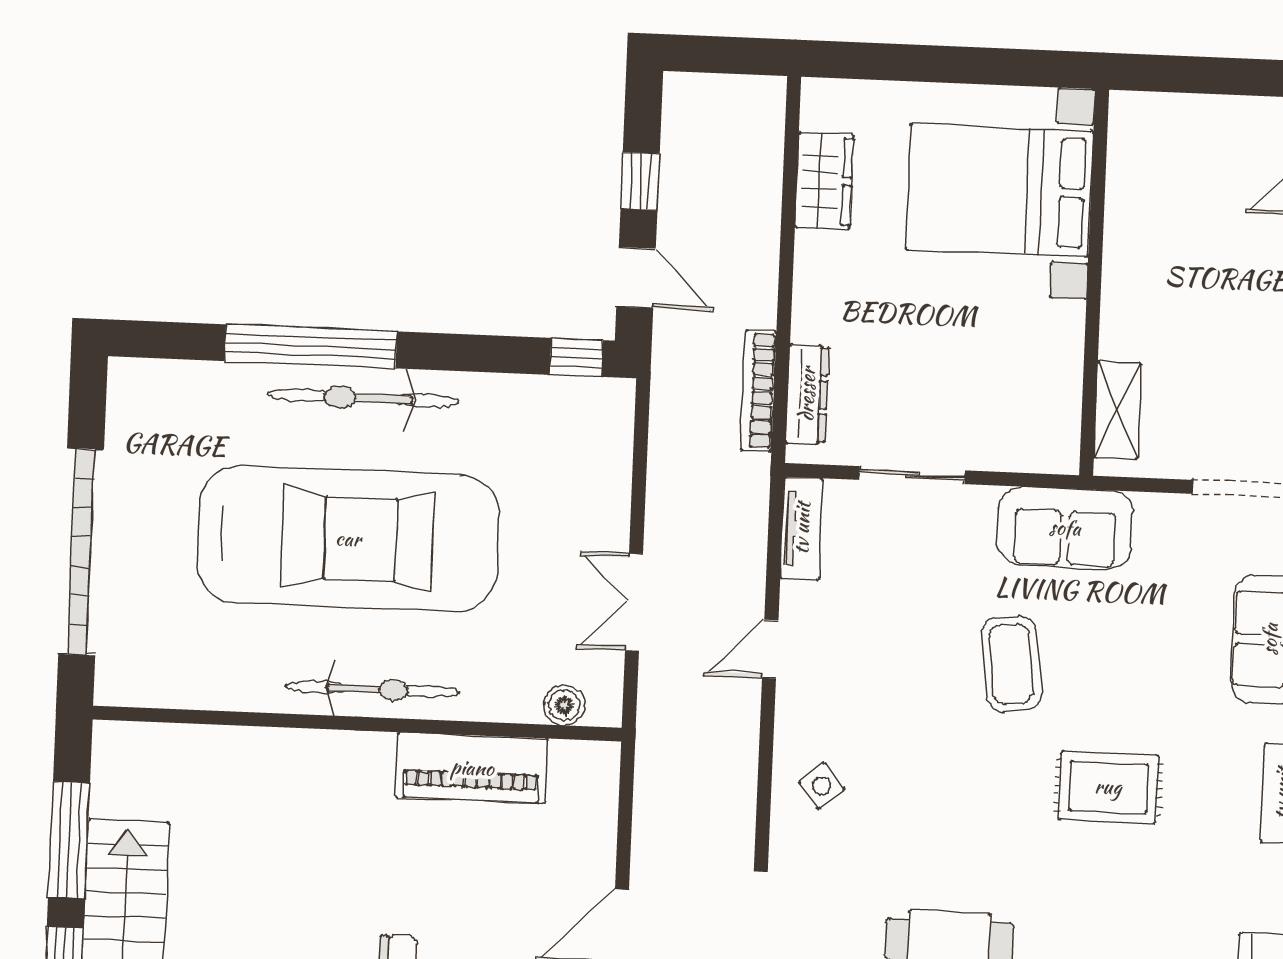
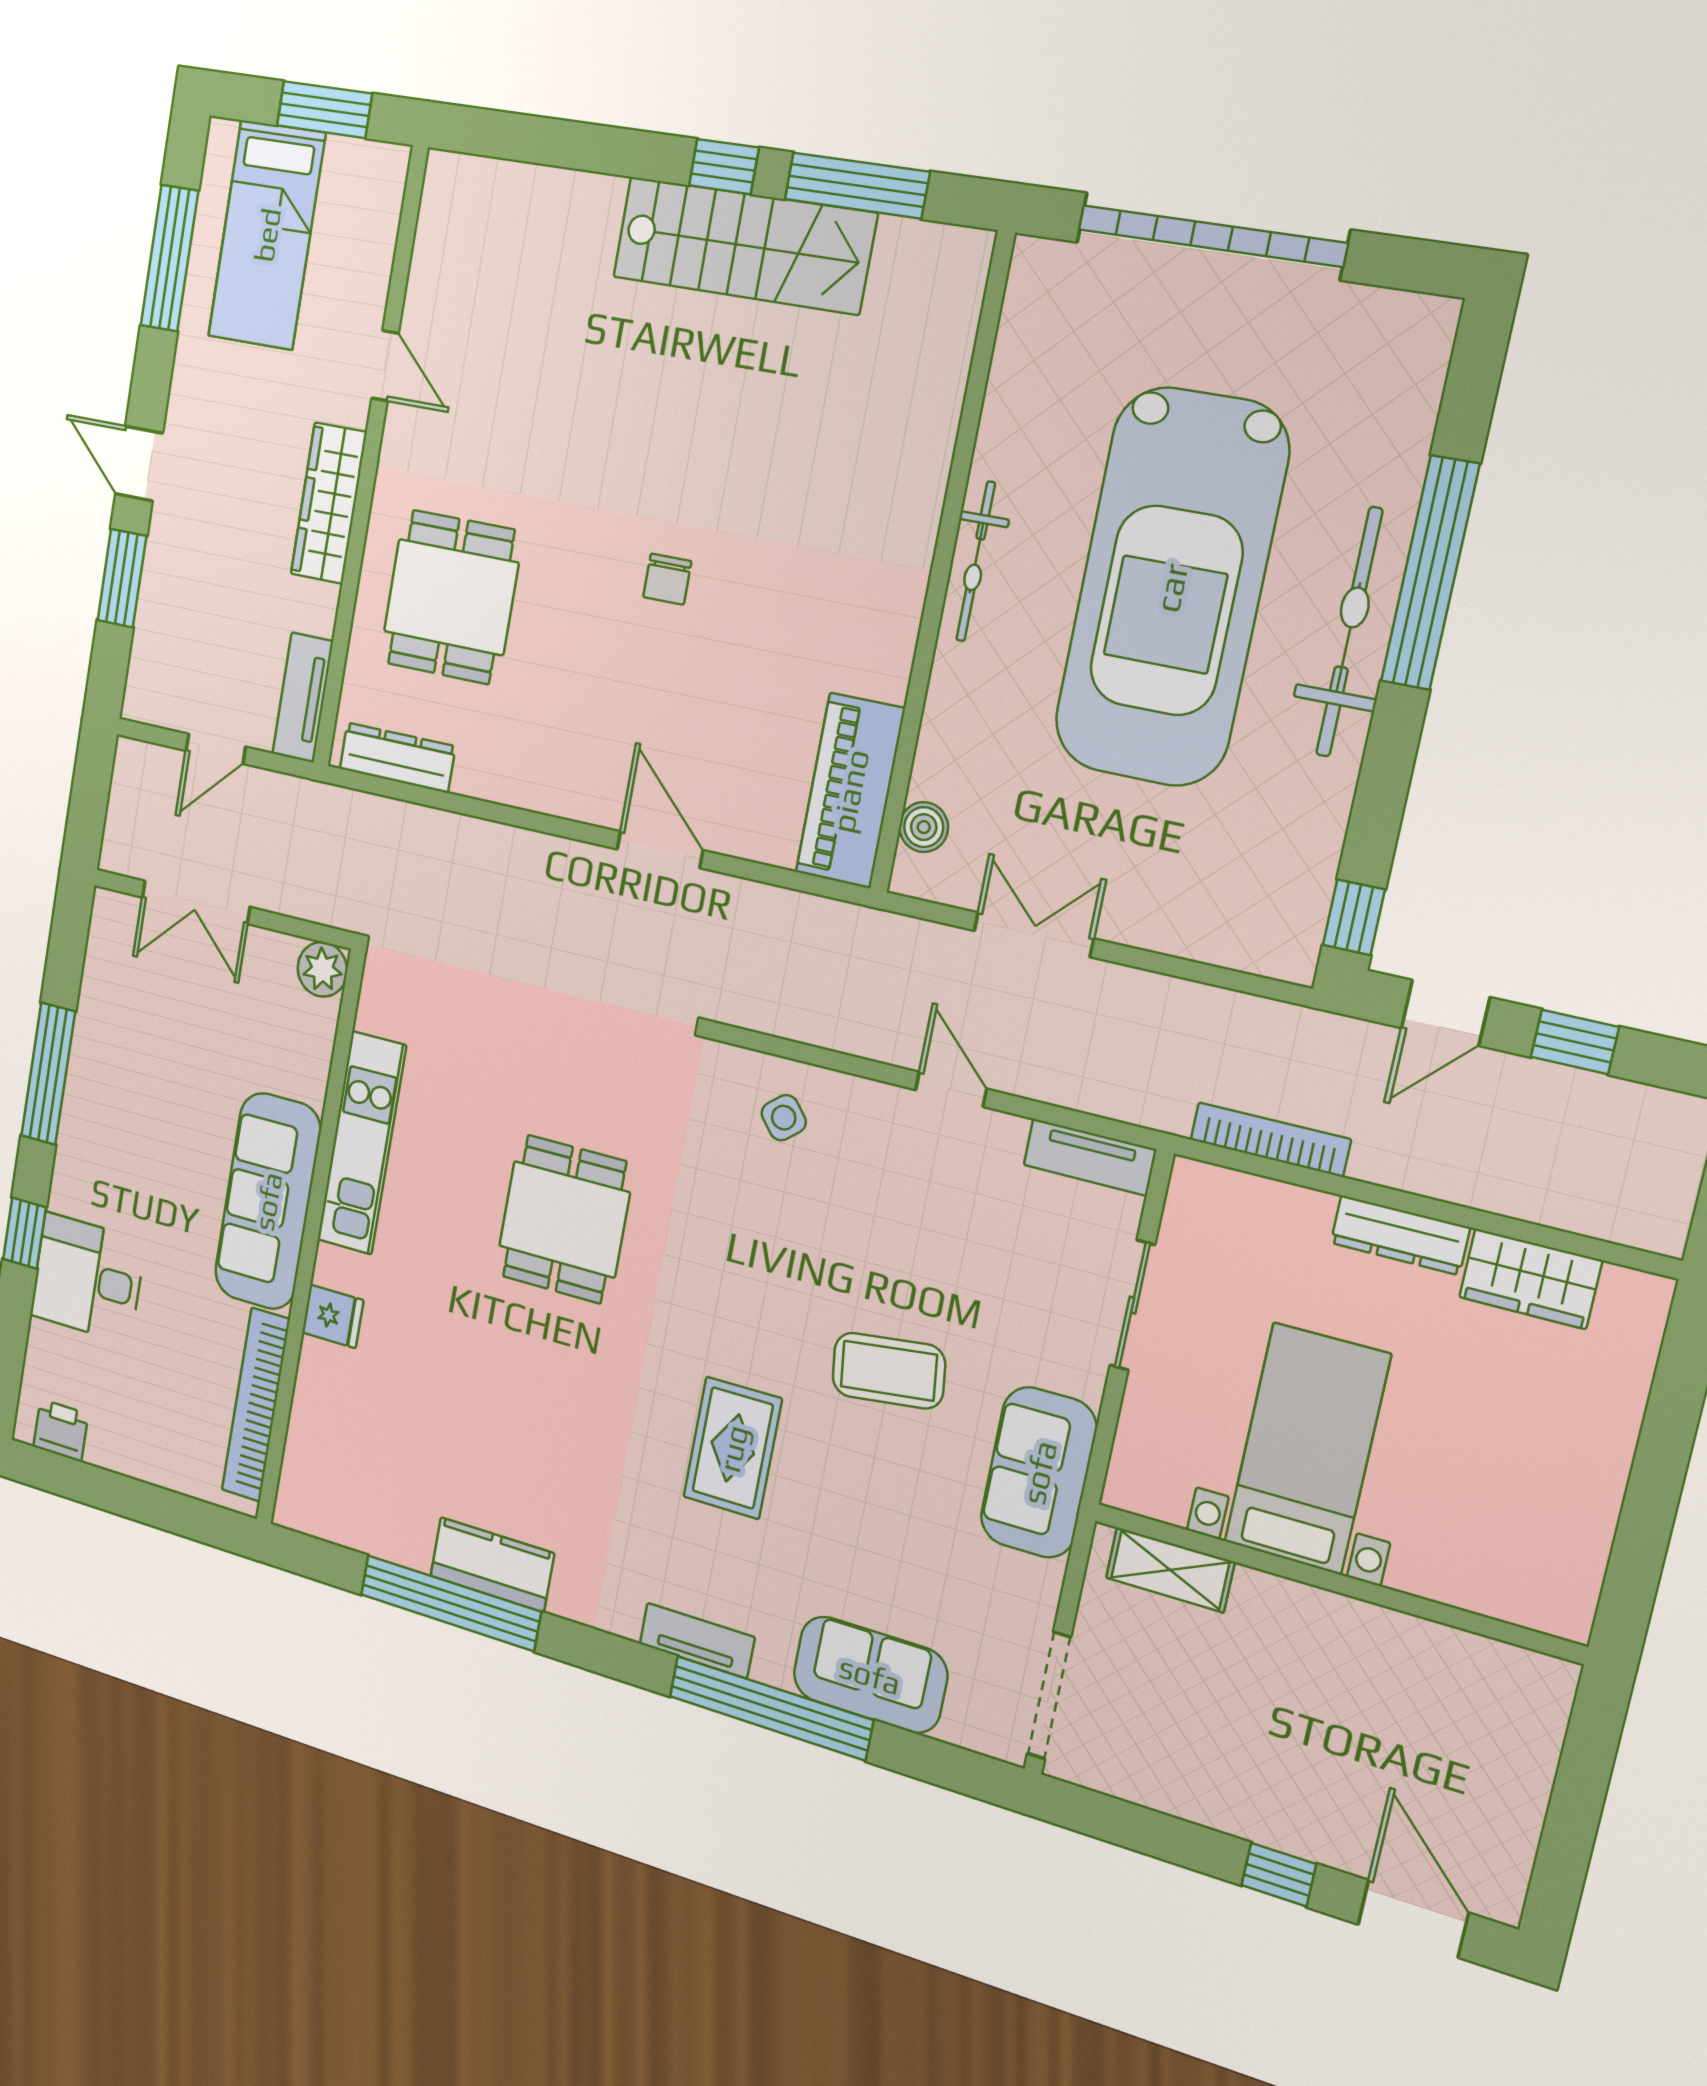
bed with nightstands: (1000, 190) -> (1307, 1449), moved, width x0.73
dresser: (807, 394) -> (1400, 1235), moved
bicycle: (373, 689) -> (976, 562), width x0.73, depth x0.71
piano: (472, 768) -> (850, 791), moved

